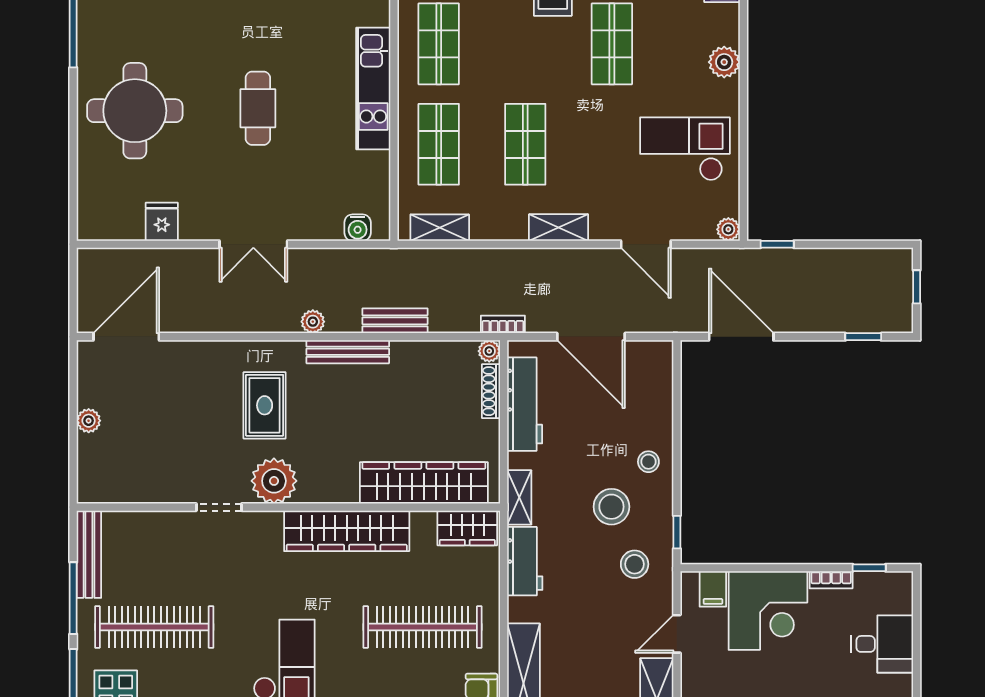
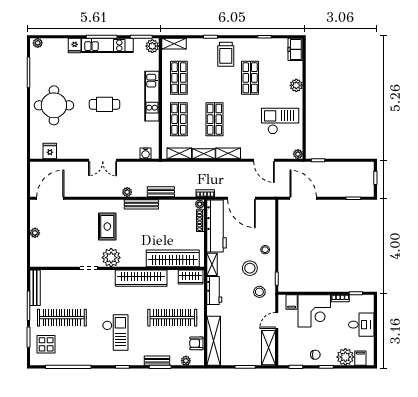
cafe table: (258, 108) -> (105, 104), turned 90
fridge: (162, 222) -> (50, 151), moved
shelving: (499, 228) -> (204, 154), added
workbench: (525, 404) -> (217, 226), width x1.36, depth x1.32

